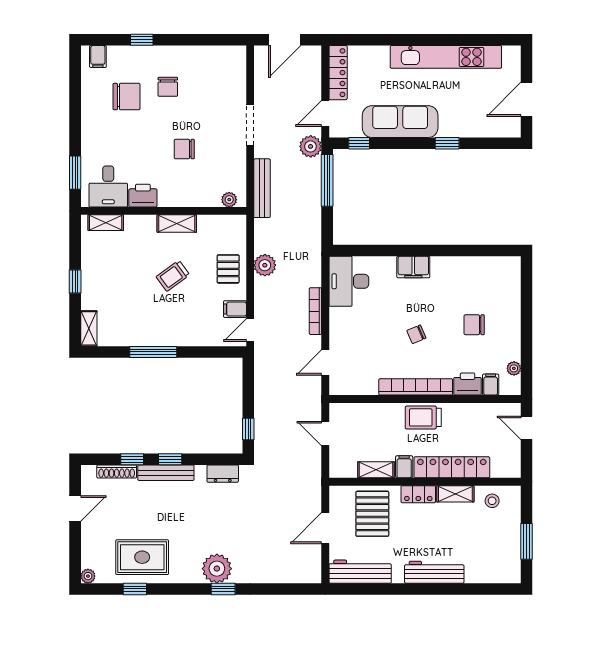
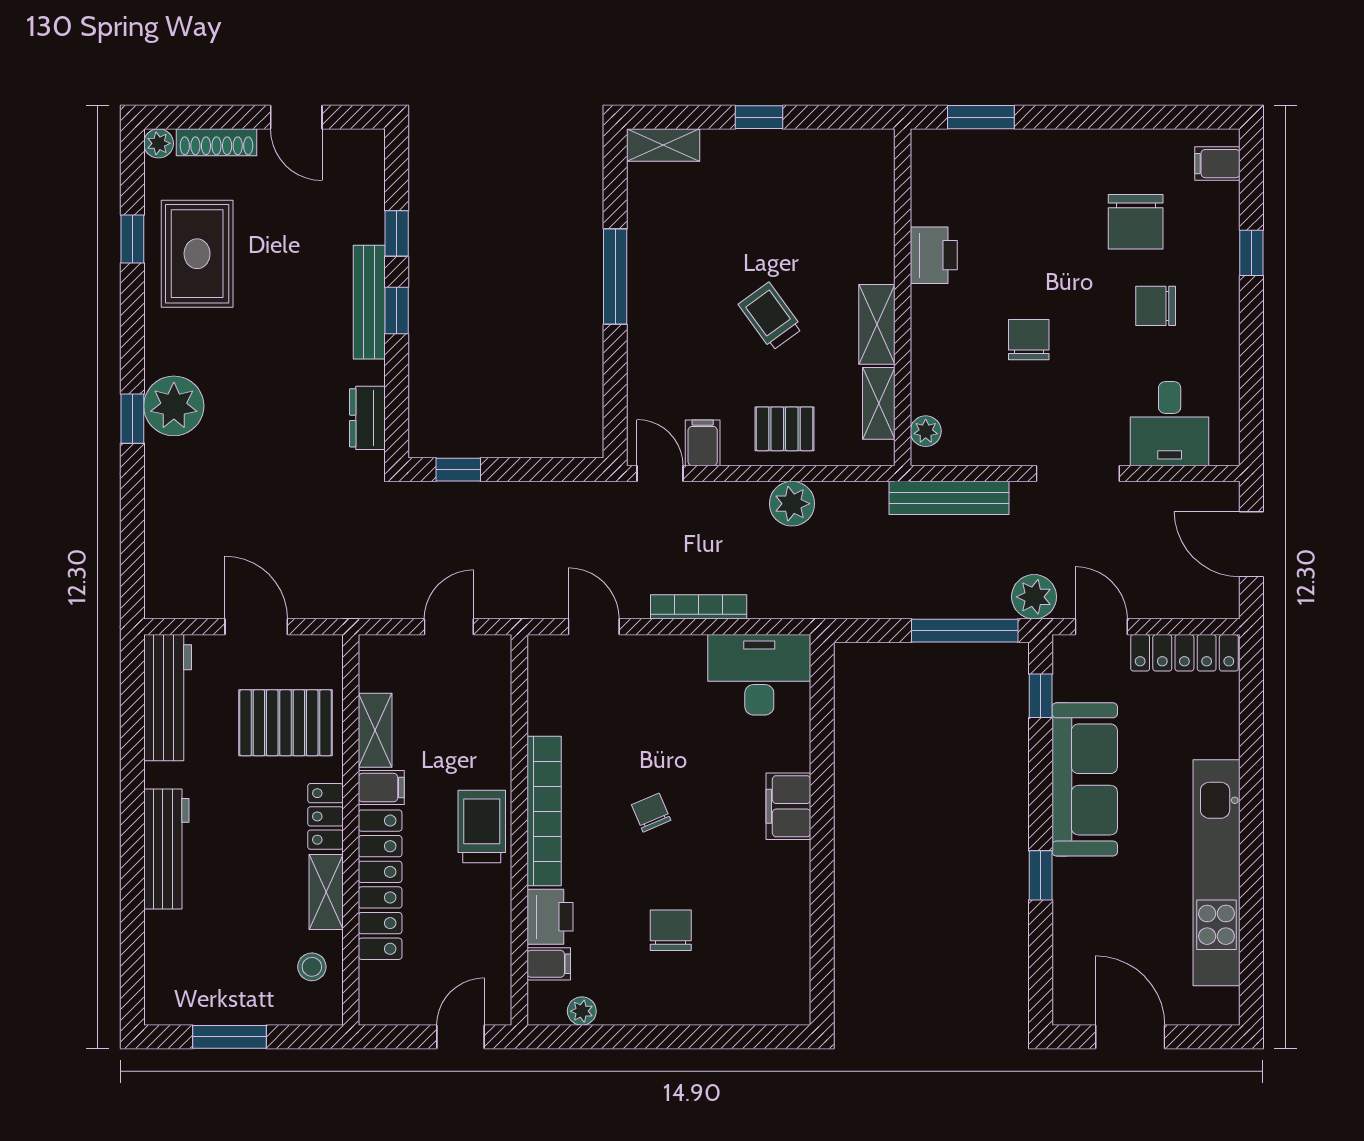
desk: (108, 186) -> (1170, 424), moved, turned -90
shelving: (106, 223) -> (879, 403), moved
shoe rack: (117, 472) -> (217, 142), moved, turned -90

